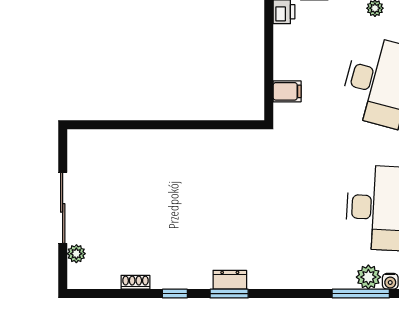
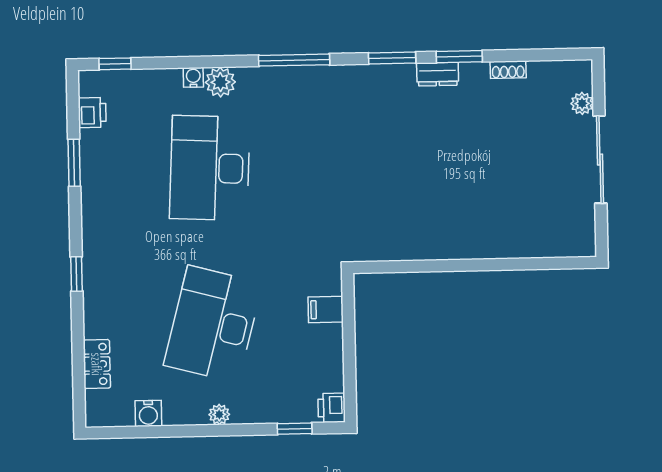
dresser: (230, 280) -> (438, 74), moved
window: (175, 294) -> (459, 57), width x1.50
window: (361, 294) -> (294, 60), moved

